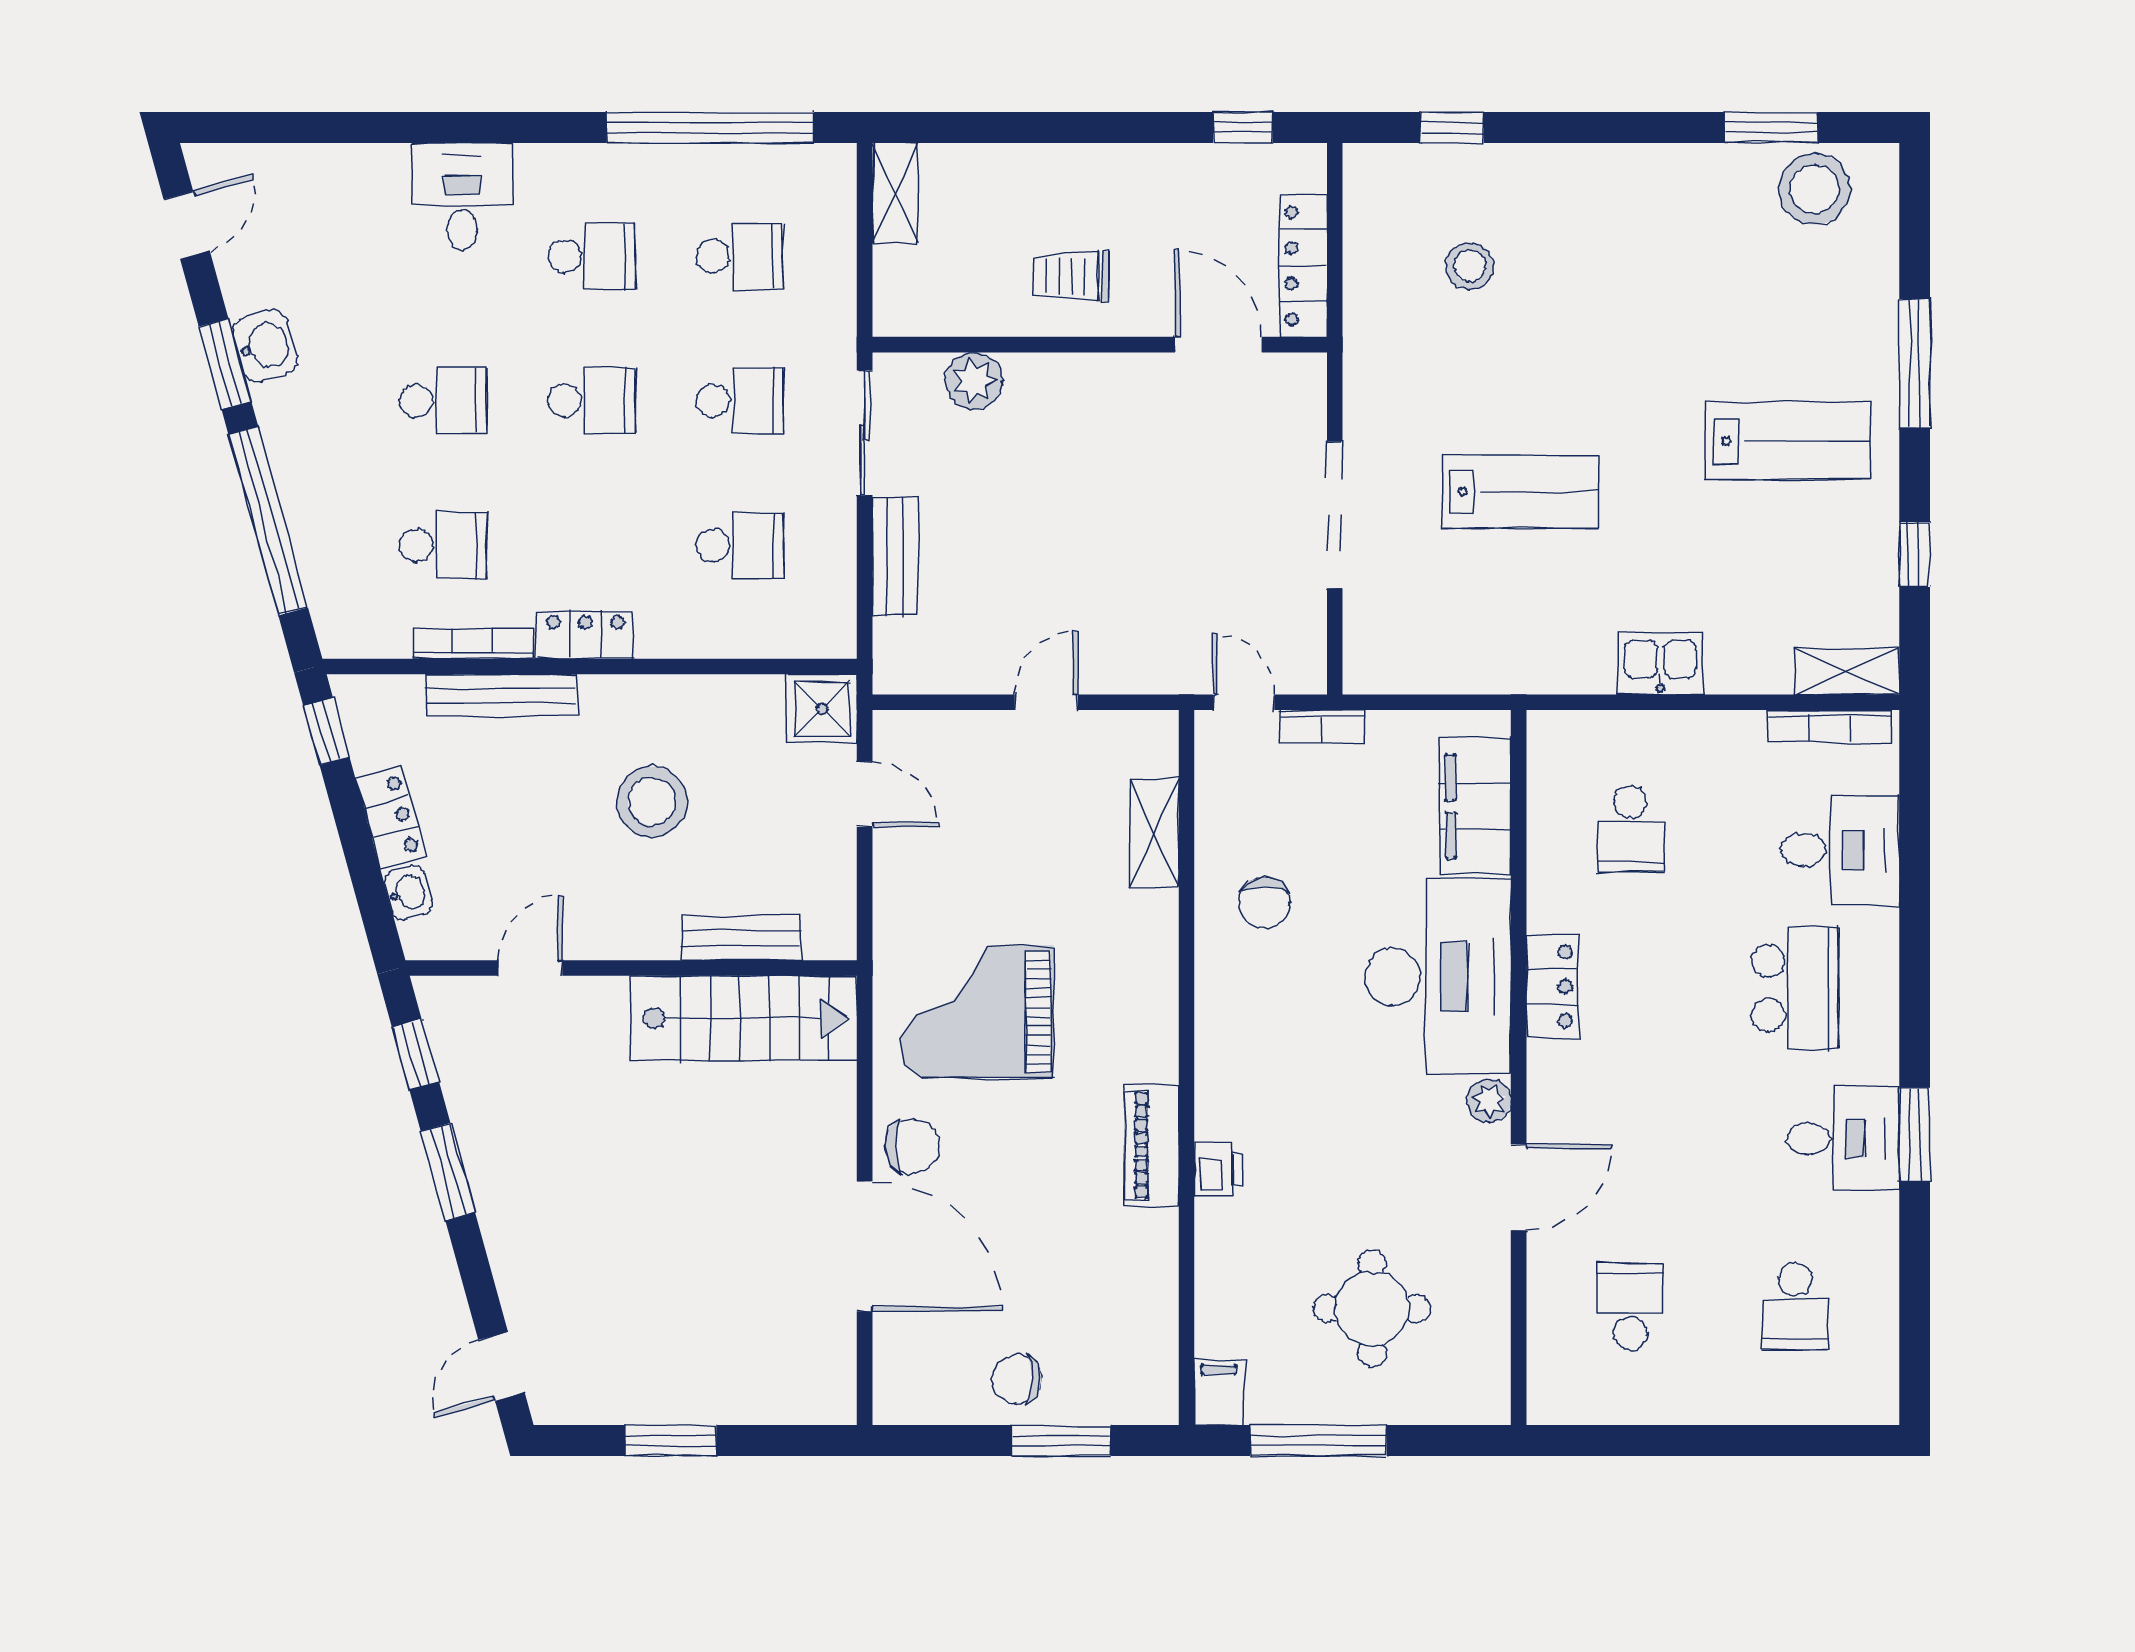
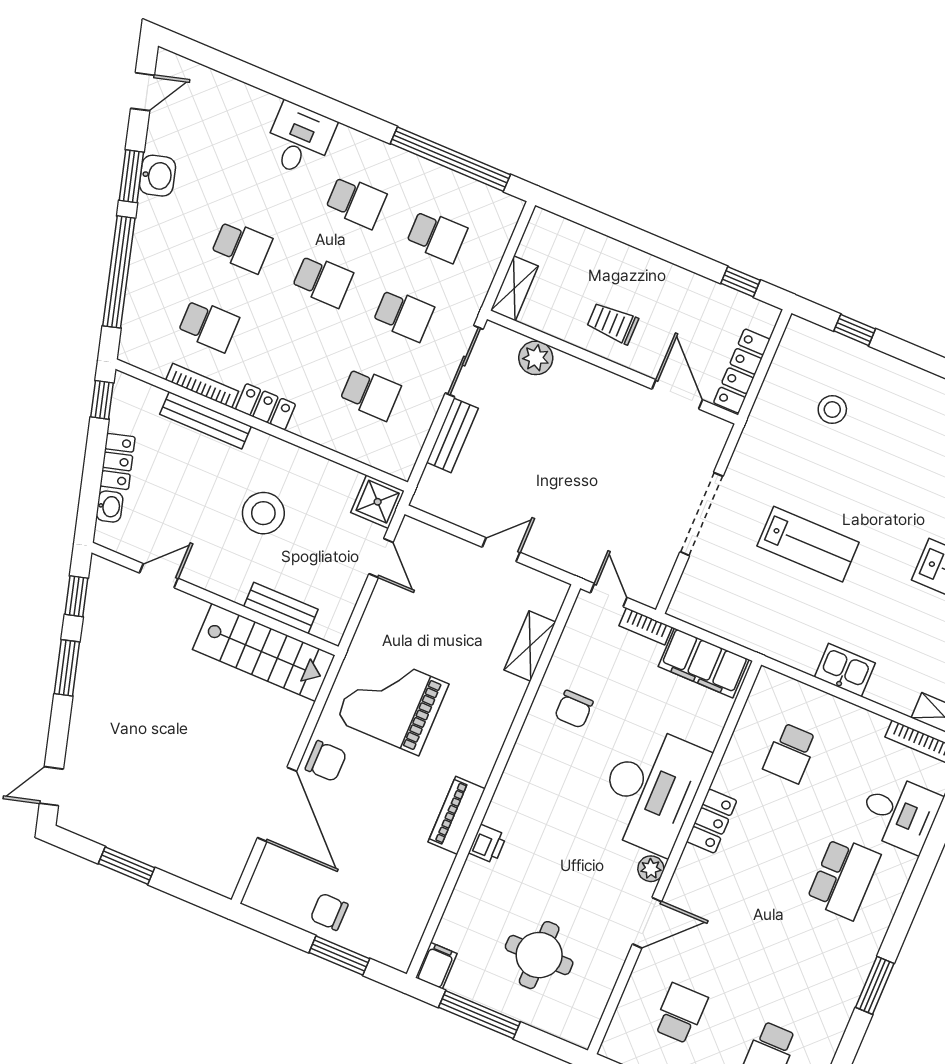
shelving: (895, 193) -> (514, 288), moved
filing cabinet: (1476, 806) -> (704, 663), moved, turned -90
desk: (1843, 1139) -> (835, 971), removed

